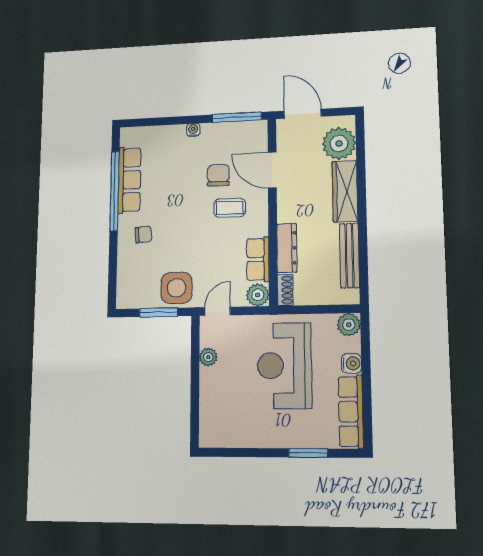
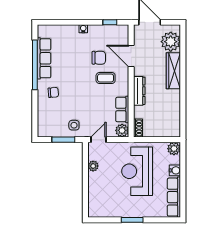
window: (237, 117) -> (110, 22), width x0.46
chair: (218, 175) -> (99, 58), turned 90
dresser: (287, 248) -> (139, 91), moved
bench: (349, 255) -> (175, 109), removed
side table: (177, 288) -> (74, 125), width x0.54, depth x0.54
window: (308, 453) -> (132, 220), moved

